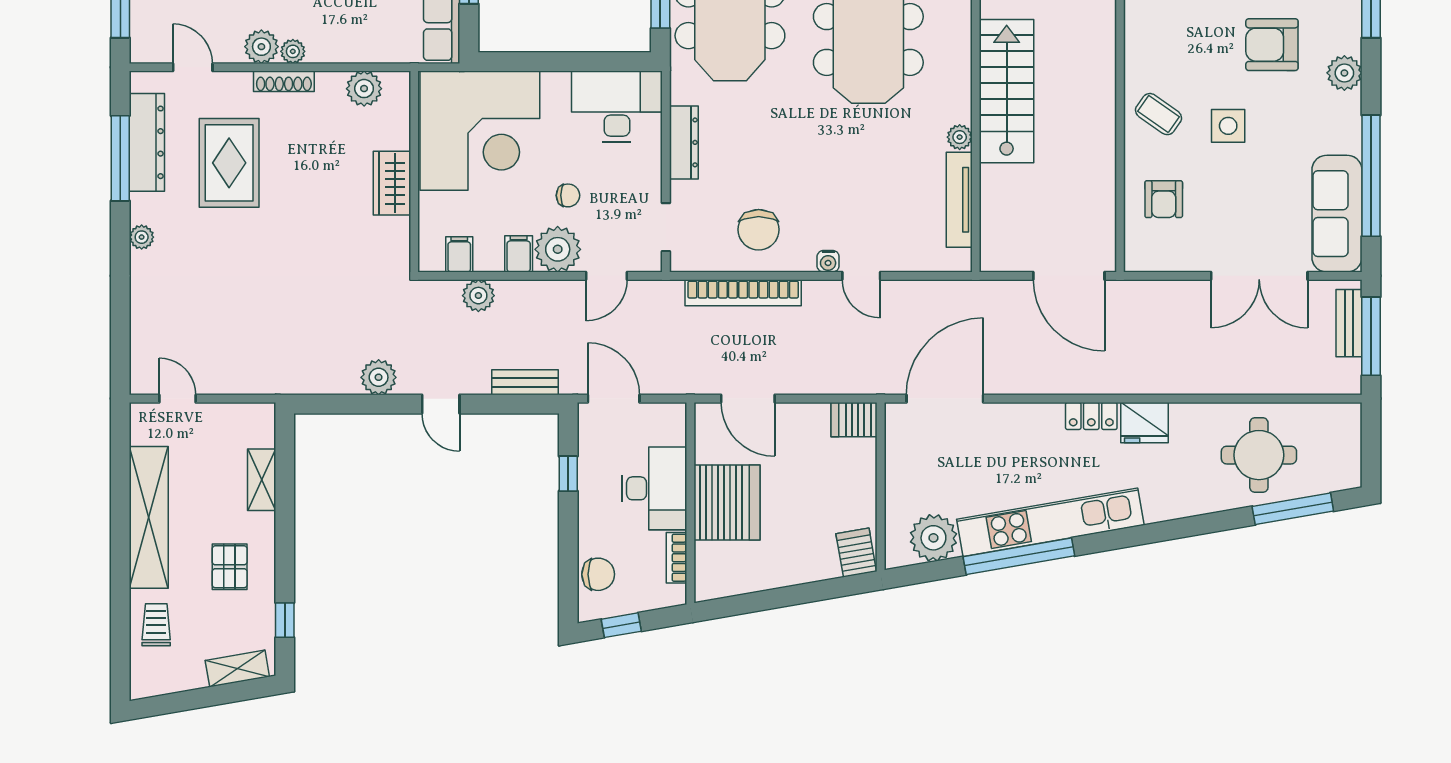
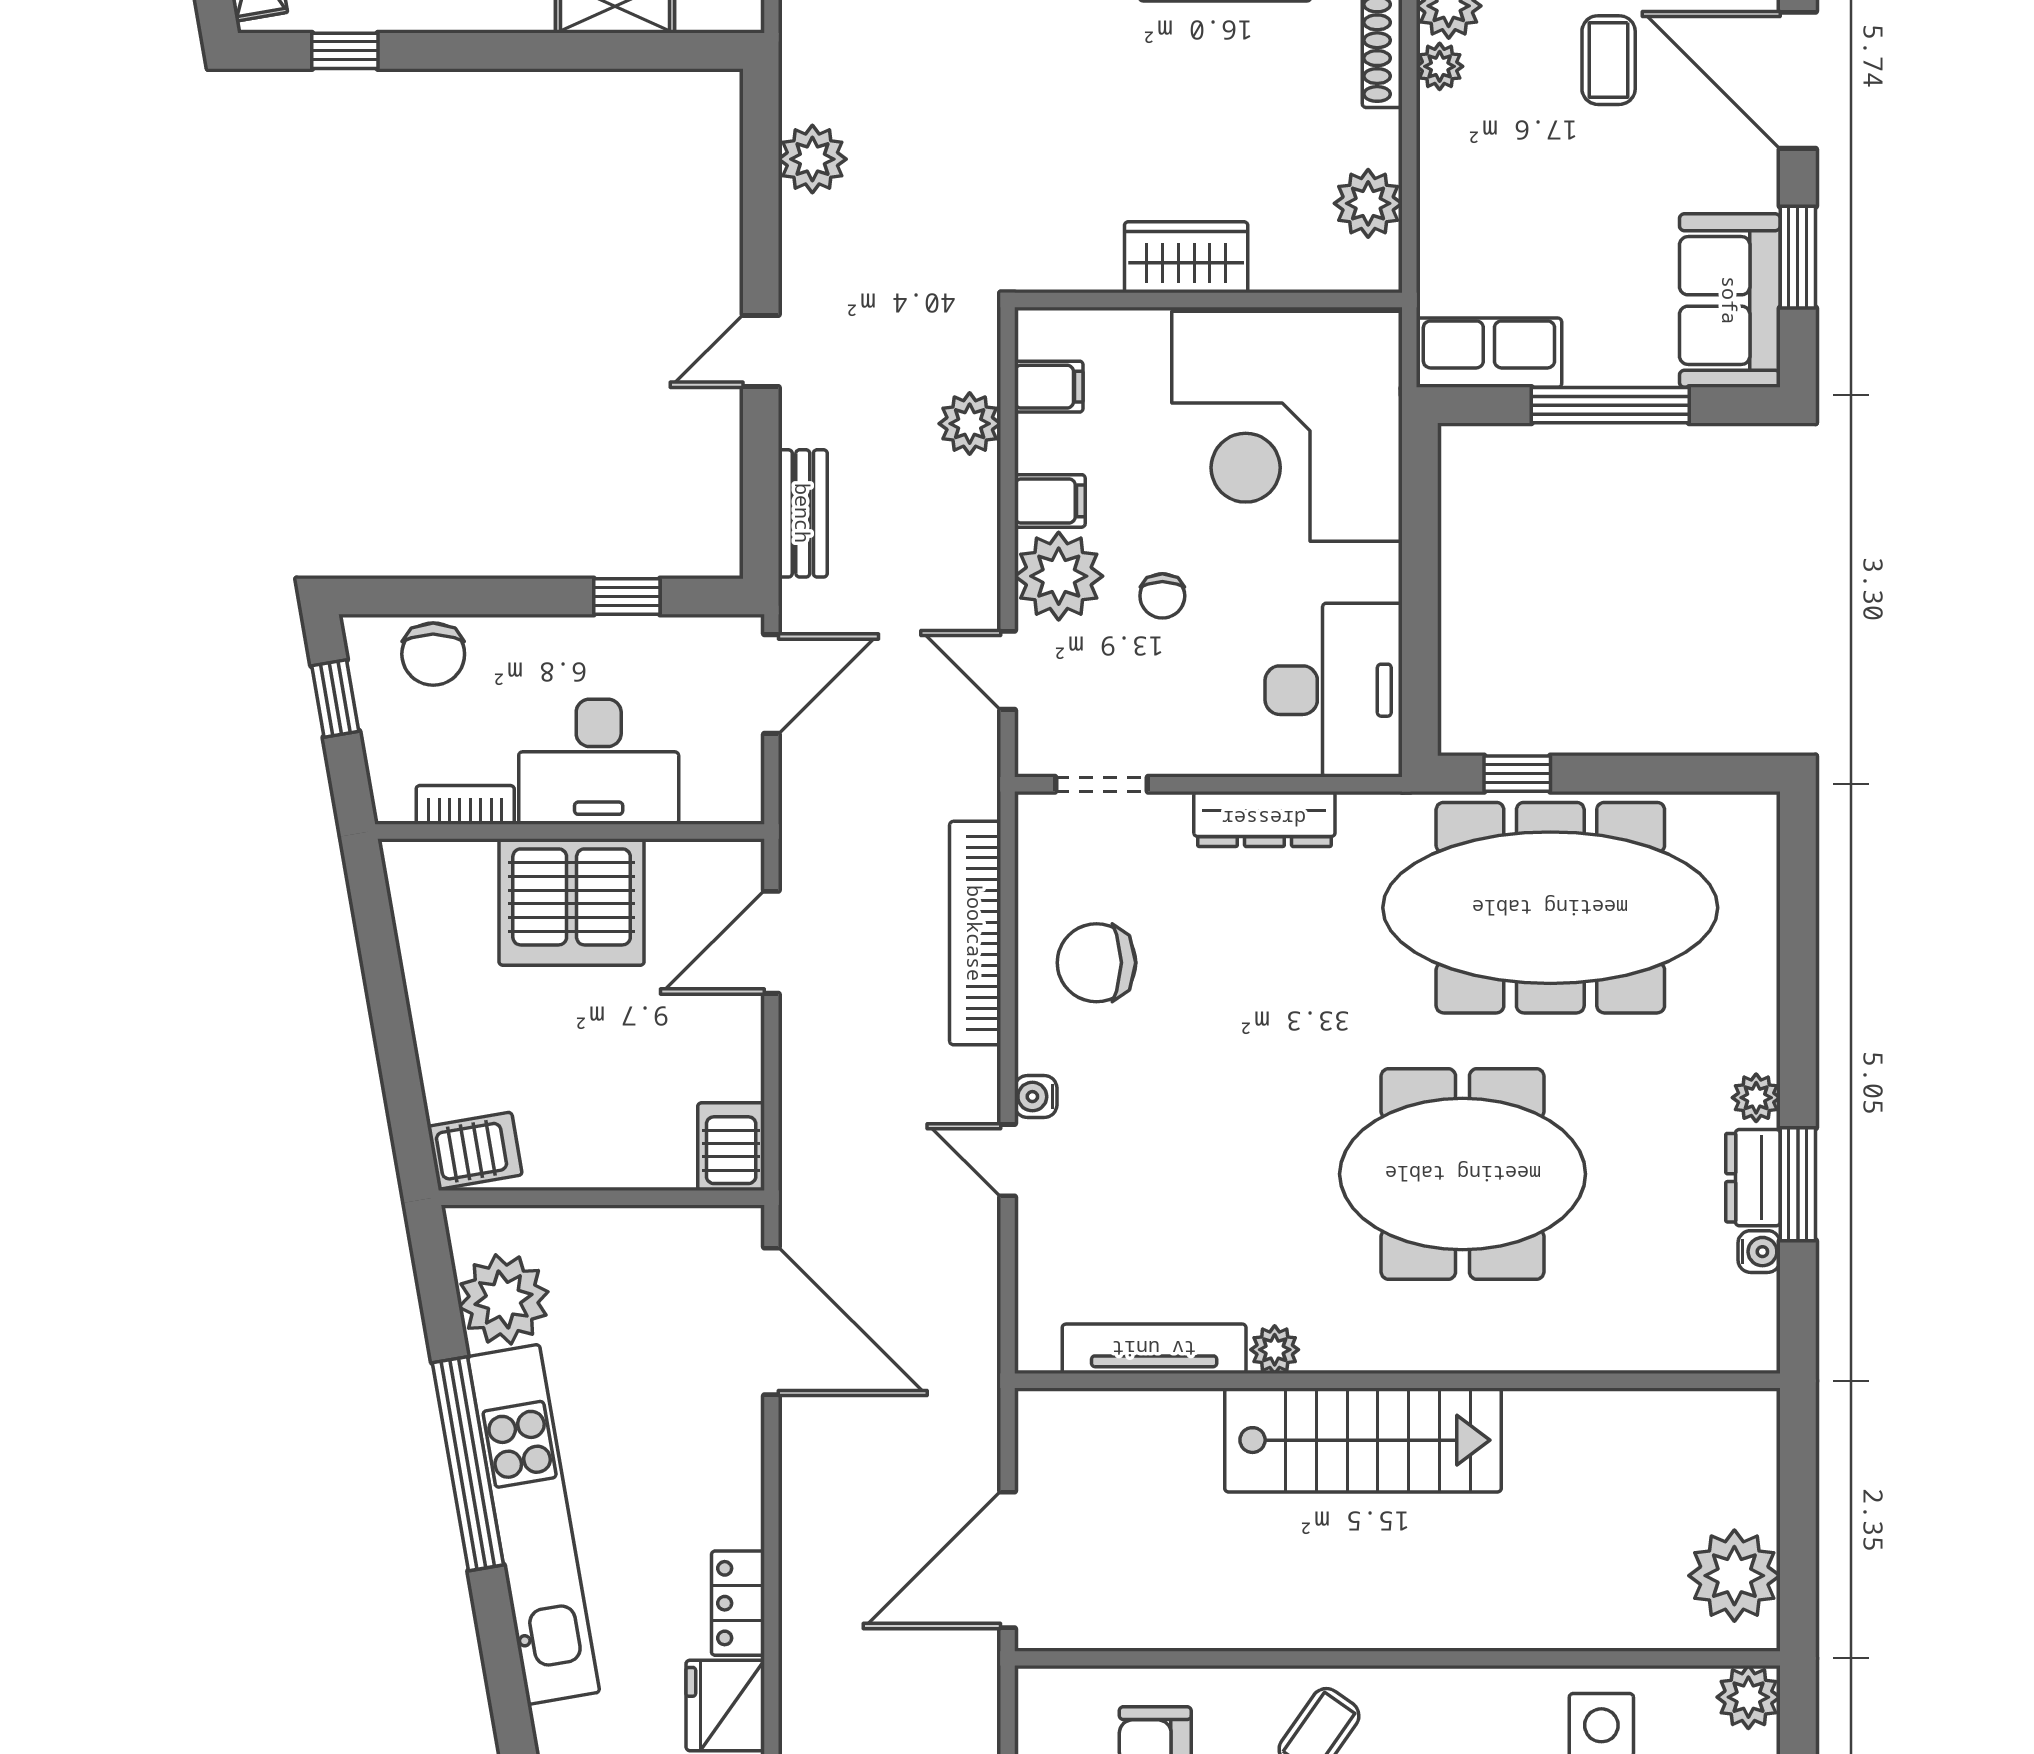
door: (861, 276) -> (1008, 1160), hinge flipped
plant: (379, 377) -> (812, 159), moved

